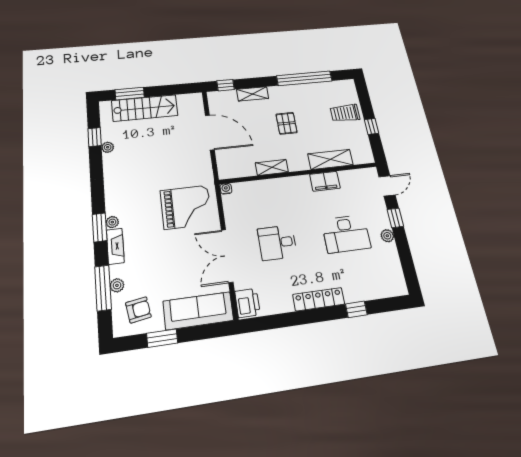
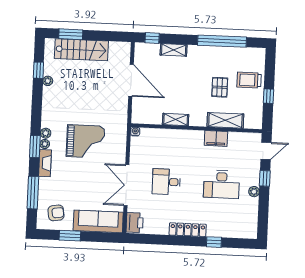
pallet: (287, 123) -> (220, 87), moved
grand piano: (186, 207) -> (86, 141), moved
plant: (117, 285) -> (46, 133), moved

